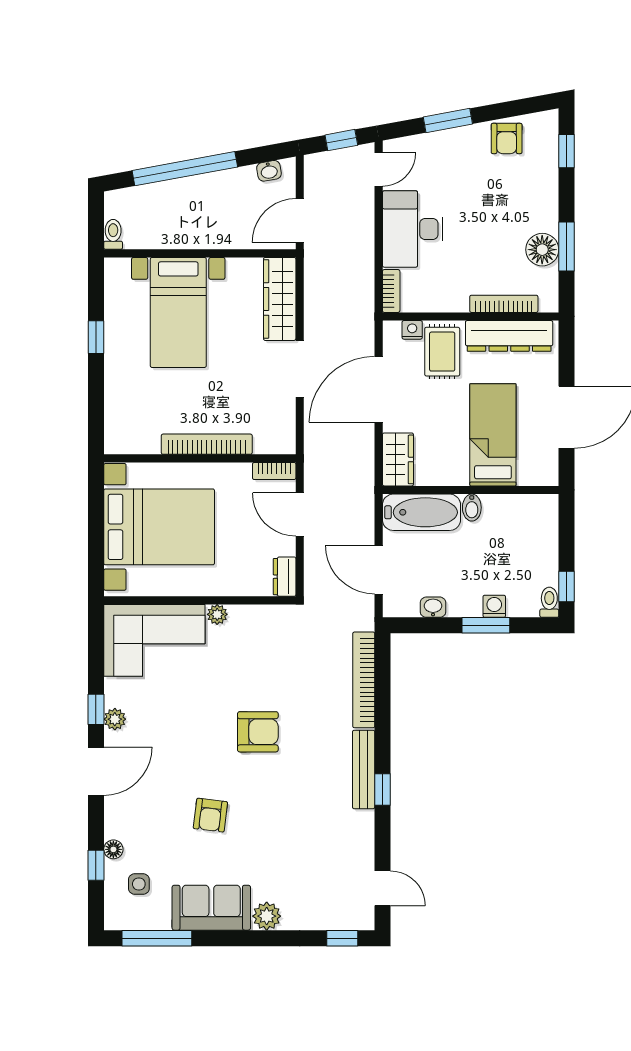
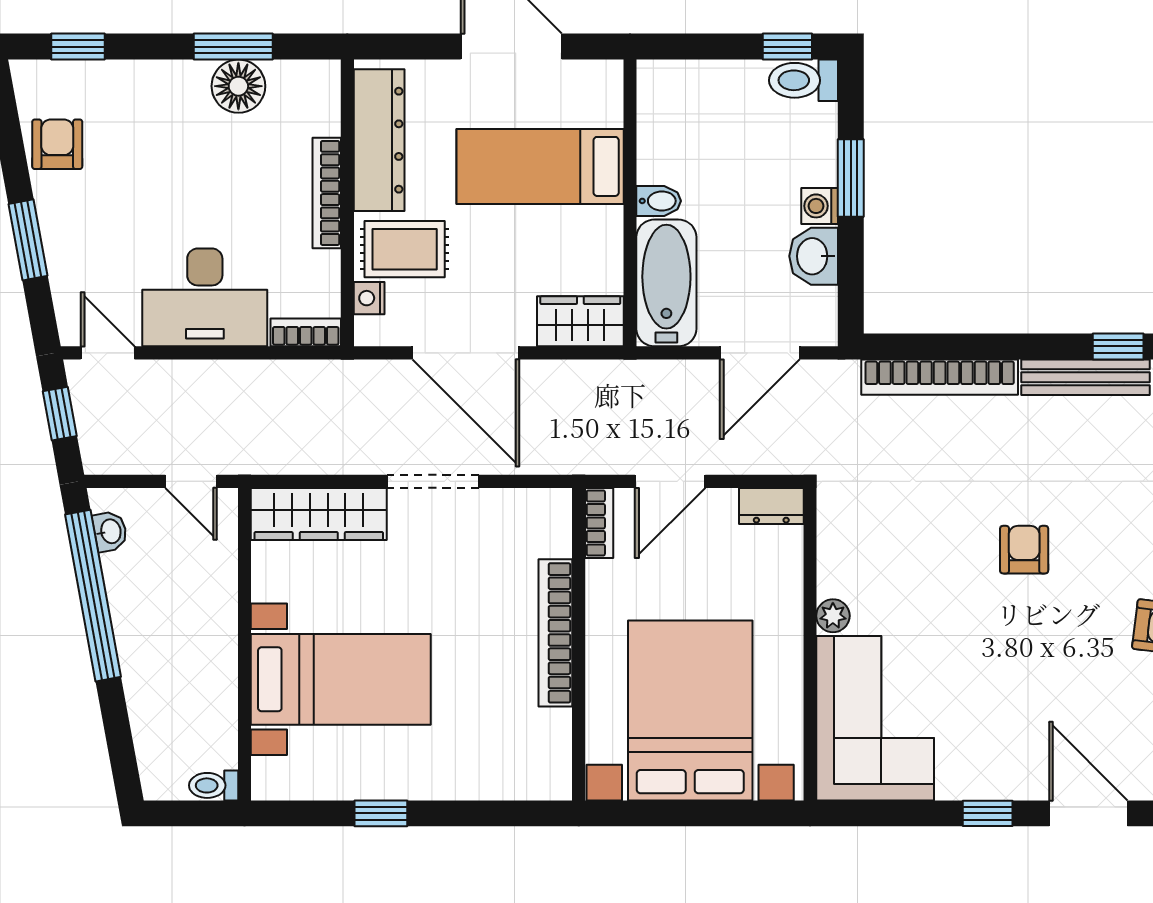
armchair: (507, 138) -> (57, 144), turned -90
window: (185, 169) -> (93, 596), moved
door: (300, 221) -> (191, 481), width x0.73
bookcase: (504, 304) -> (327, 193), moved
toilet: (549, 602) -> (803, 80), width x1.37, depth x1.39
washing machine: (494, 606) -> (820, 206), moved
washbasin: (433, 607) -> (814, 256), width x1.38, depth x1.45
plant: (115, 719) -> (1004, 783), removed
armchair: (258, 732) -> (1024, 550), width x0.72, depth x0.72

